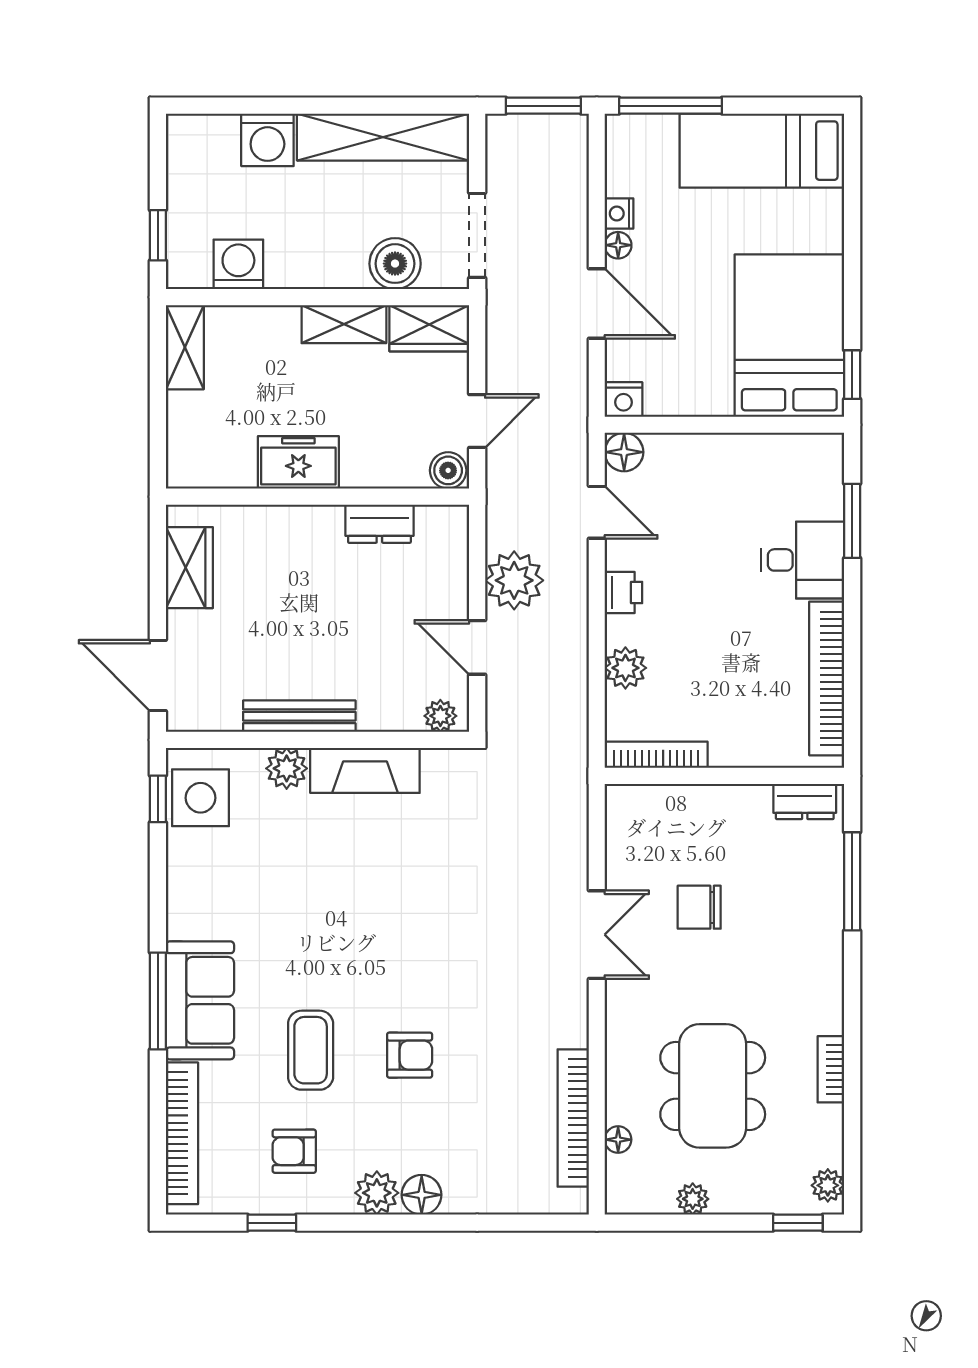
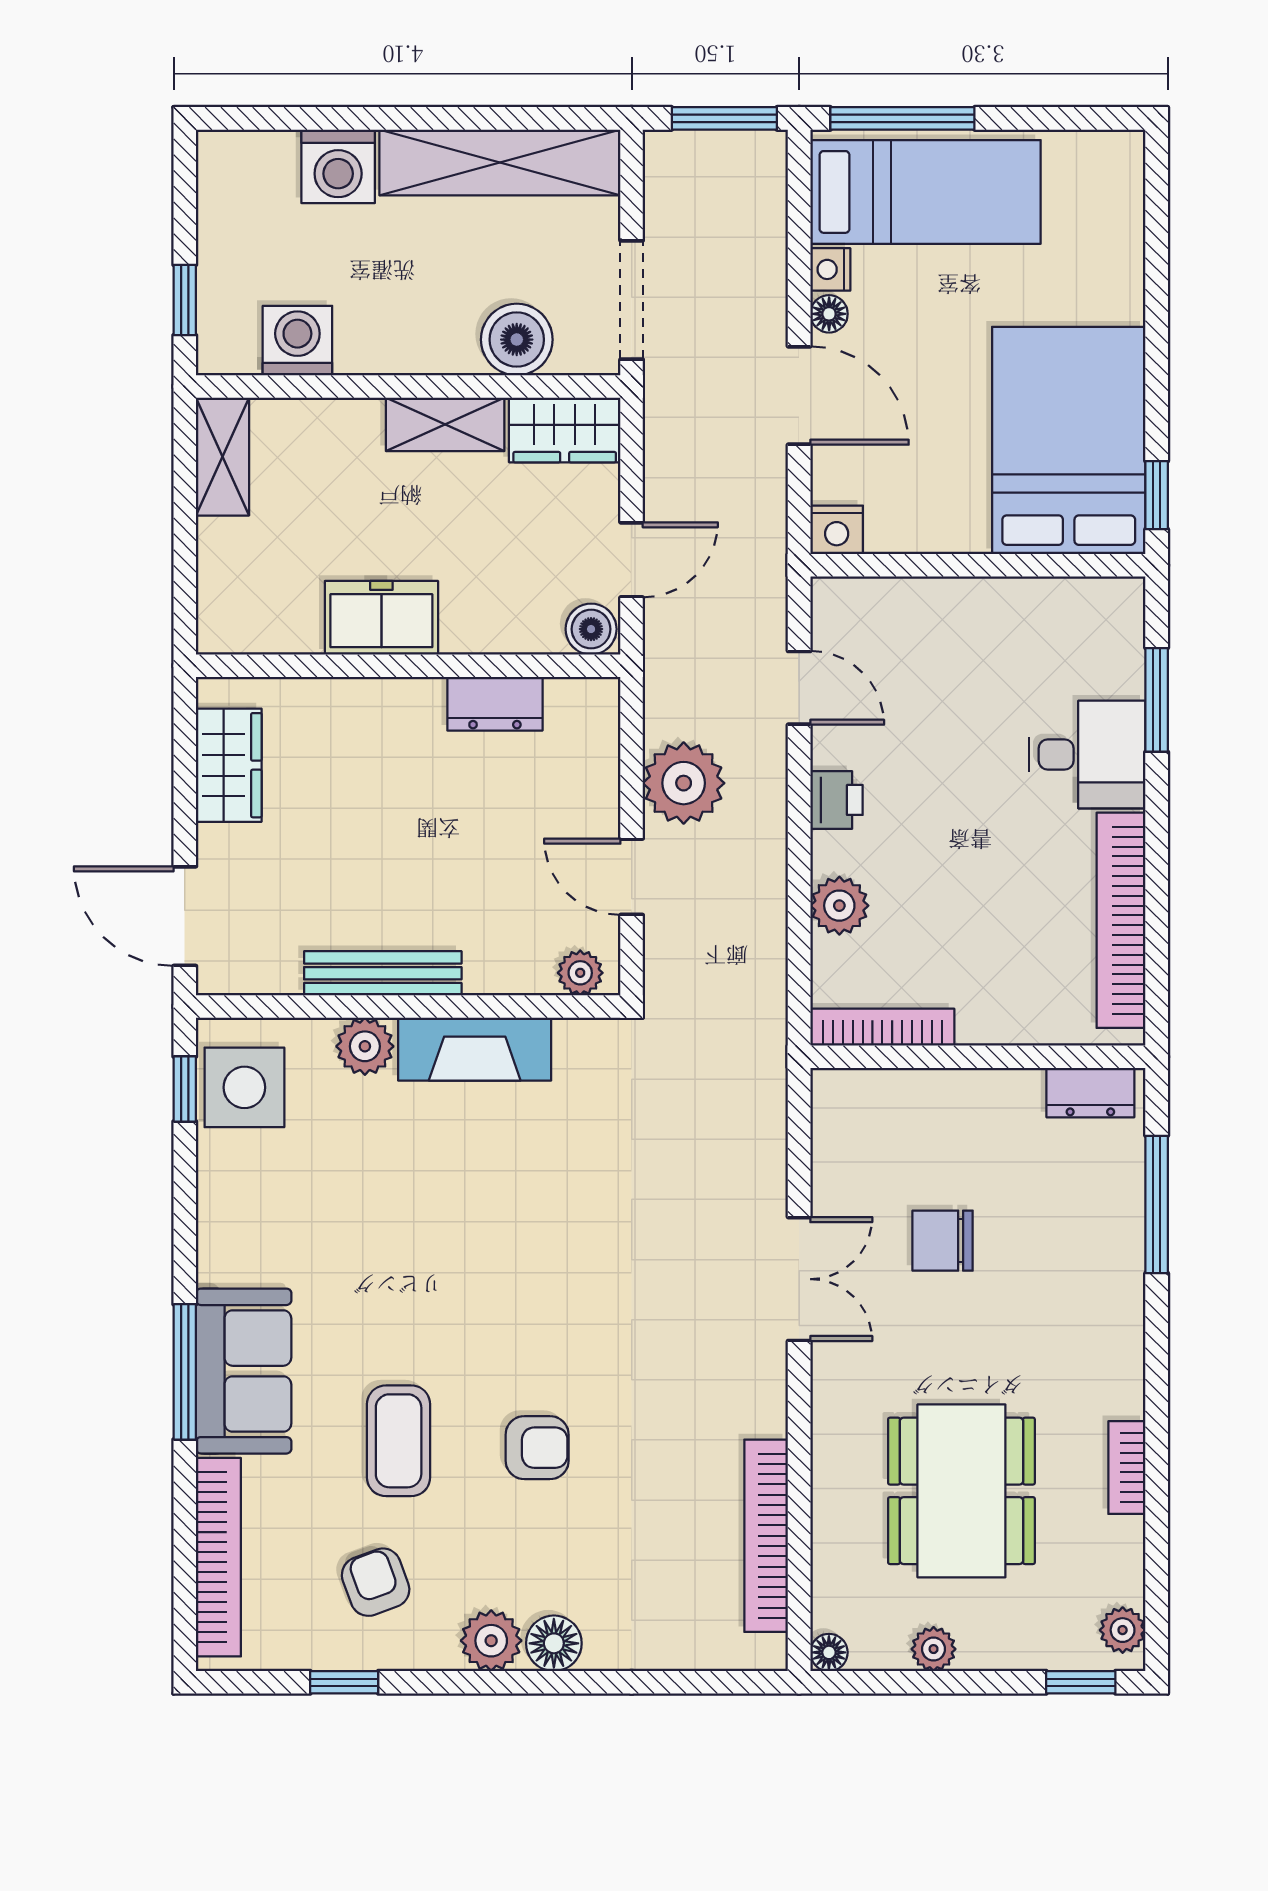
bed: (762, 151) -> (925, 192), moved, turned 180
floor lamp: (624, 452) -> (837, 603), removed
floor lamp: (618, 1140) -> (829, 1652), moved
armchair: (294, 1151) -> (376, 1582), turned 70

